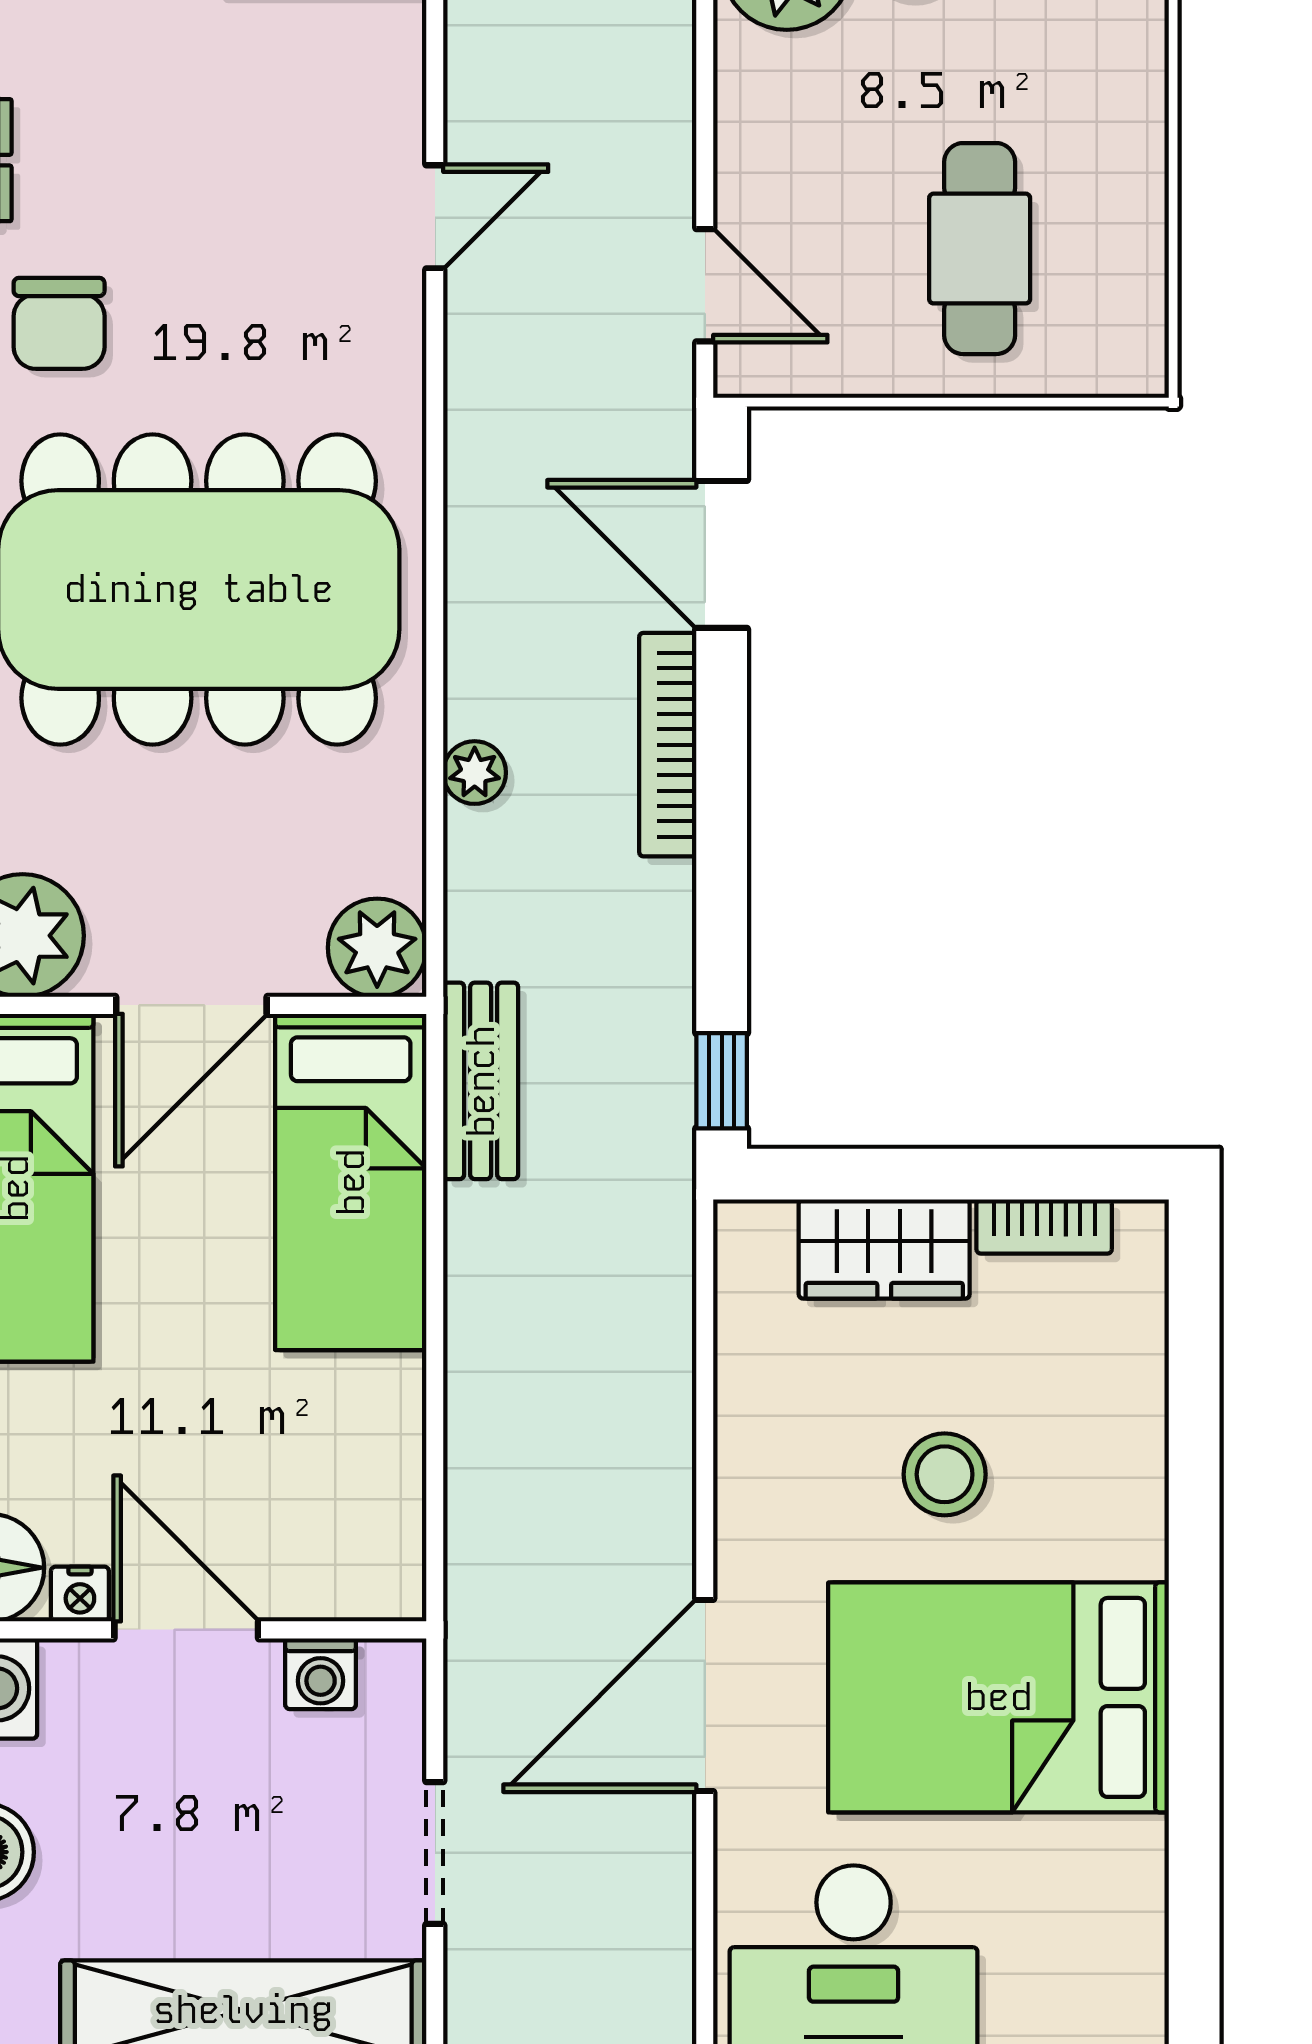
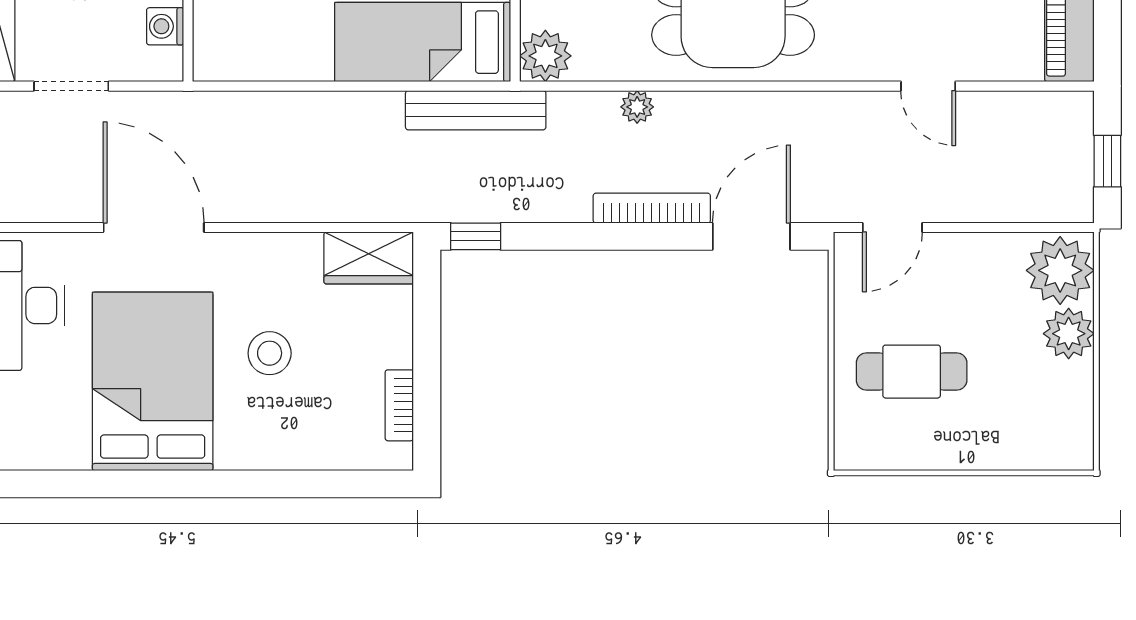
bench: (481, 1081) -> (476, 110), width x1.36
wardrobe: (884, 1249) -> (369, 258), moved, turned -90

